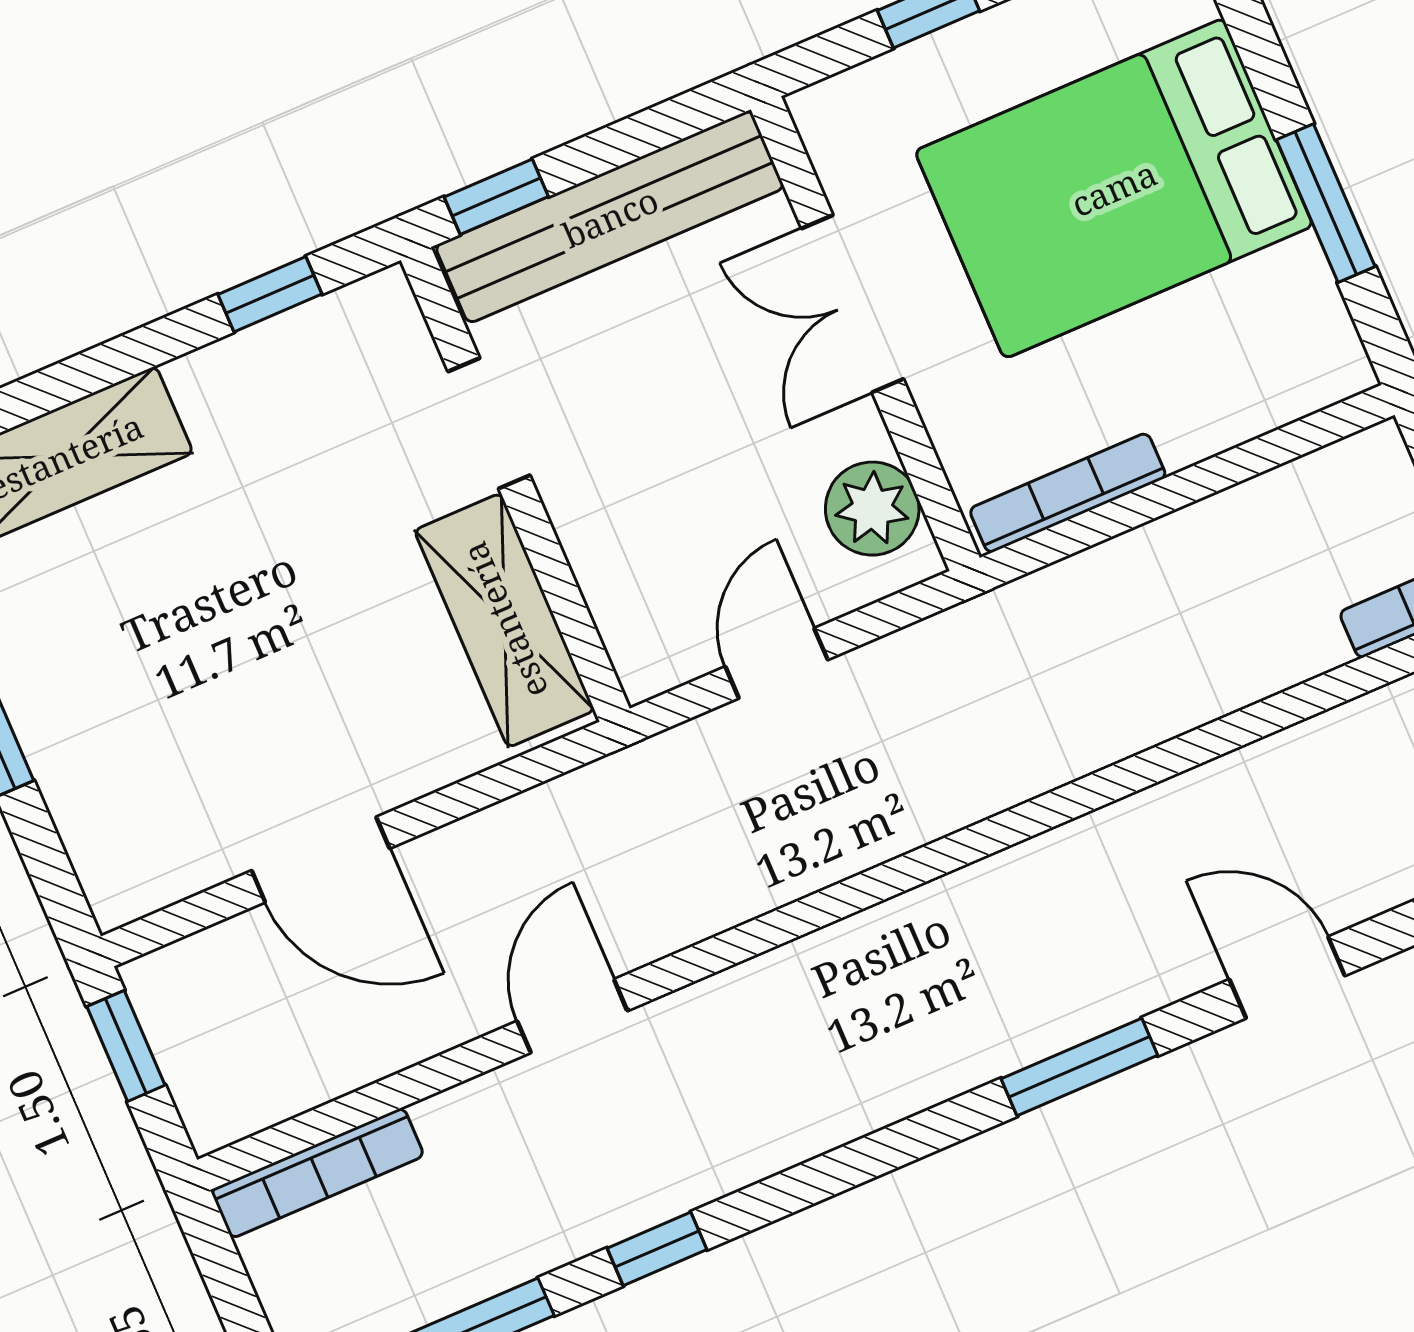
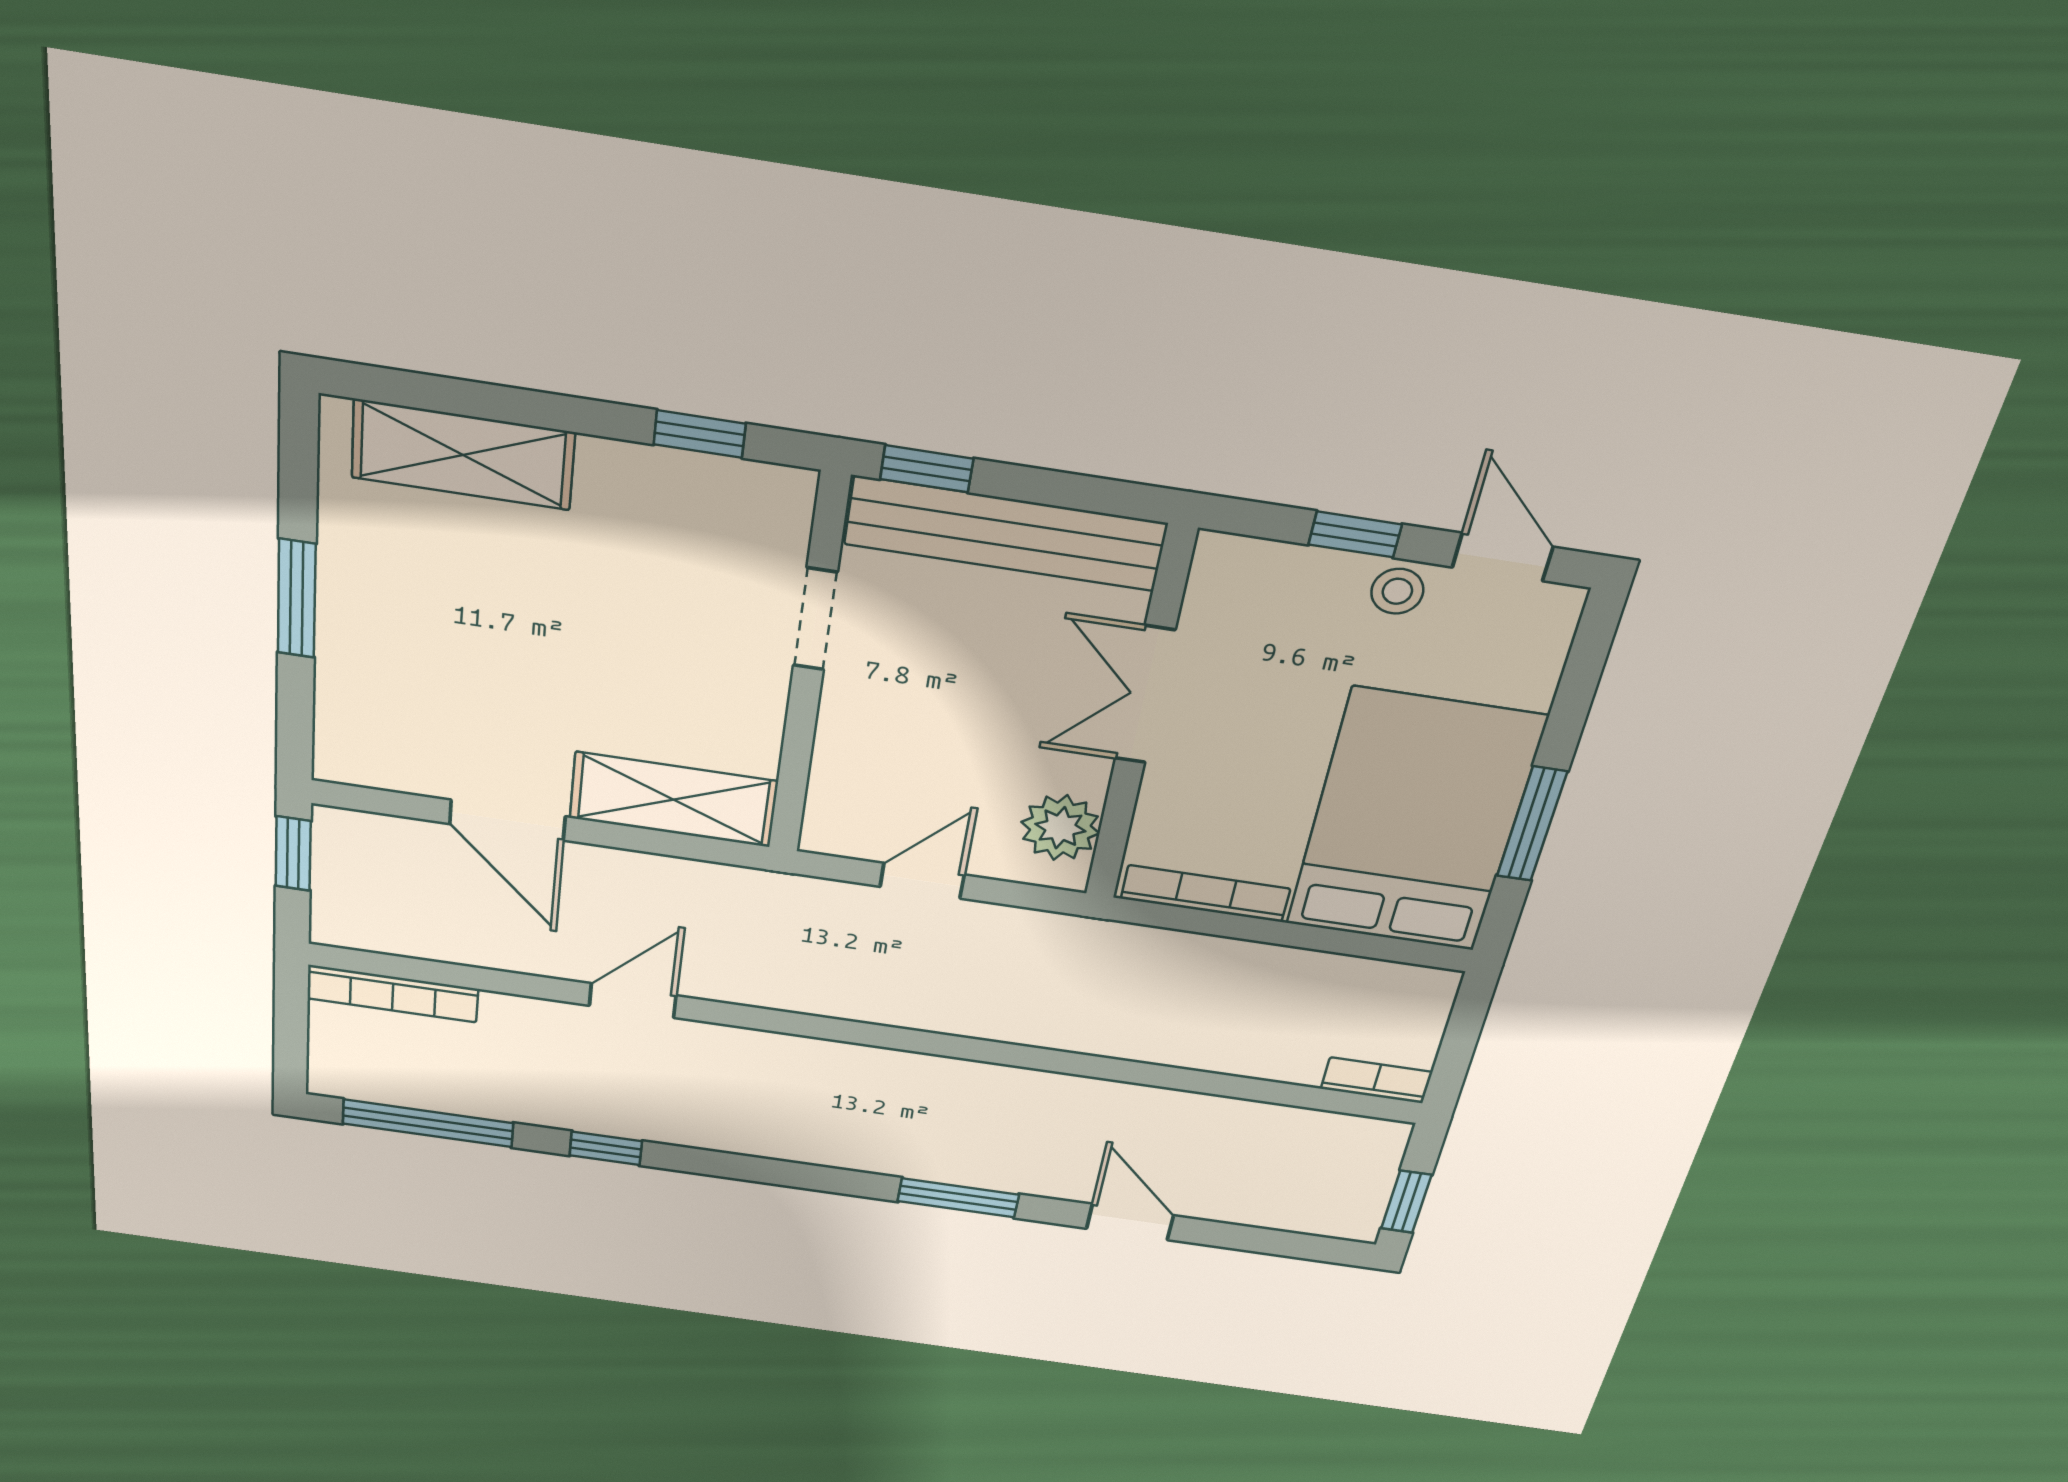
stool: (1009, 42) -> (1397, 591), added
bed: (1114, 188) -> (1414, 822), moved, turned 90
shelving: (504, 620) -> (674, 800), moved, turned 90

